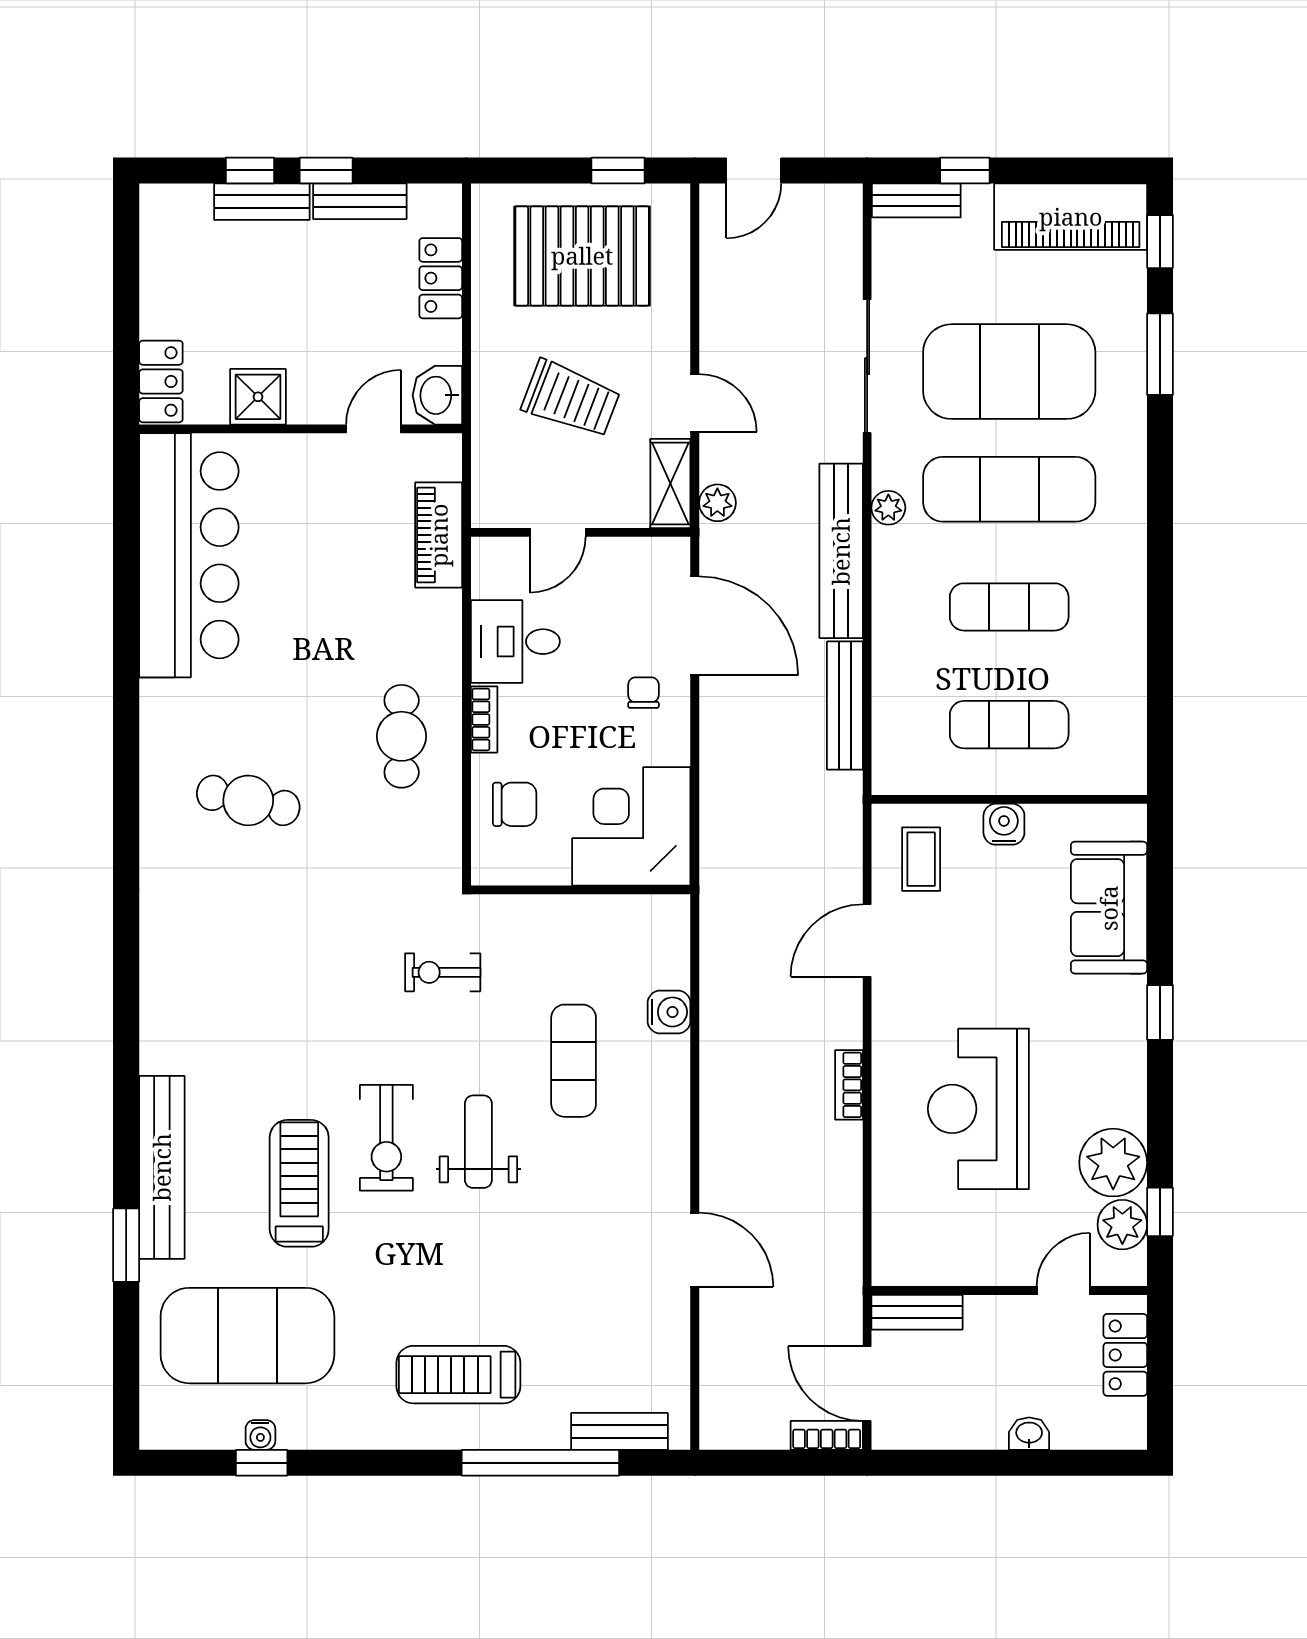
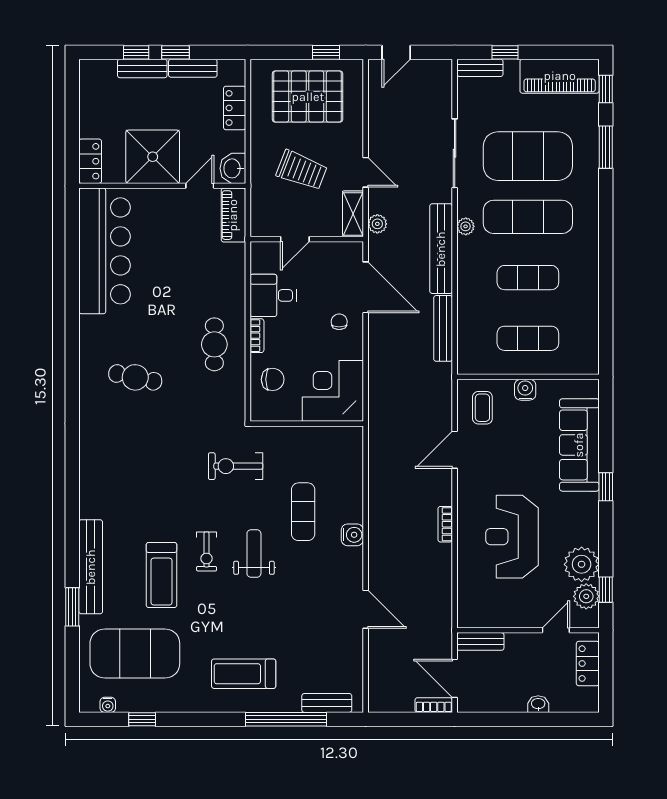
shower: (258, 397) -> (153, 157), width x1.86, depth x1.86
piano: (439, 535) -> (233, 215), moved
sofa: (1109, 908) -> (579, 445), width x1.36
exercise bike: (443, 972) -> (236, 466), width x1.38, depth x1.39
water cooler: (669, 1012) -> (352, 535), moved
exercise bike: (386, 1138) -> (207, 551), width x0.73, depth x0.72
treadmill: (299, 1183) -> (162, 575), turned 180
water cooler: (260, 1435) -> (108, 705), moved

